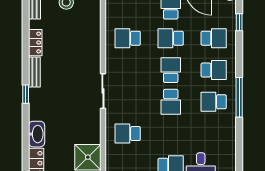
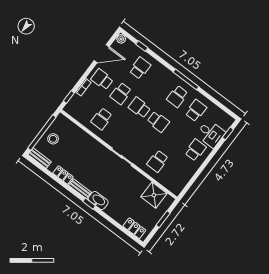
school desk: (214, 70) -> (196, 111), moved
washbasin: (37, 134) -> (98, 200), moved

